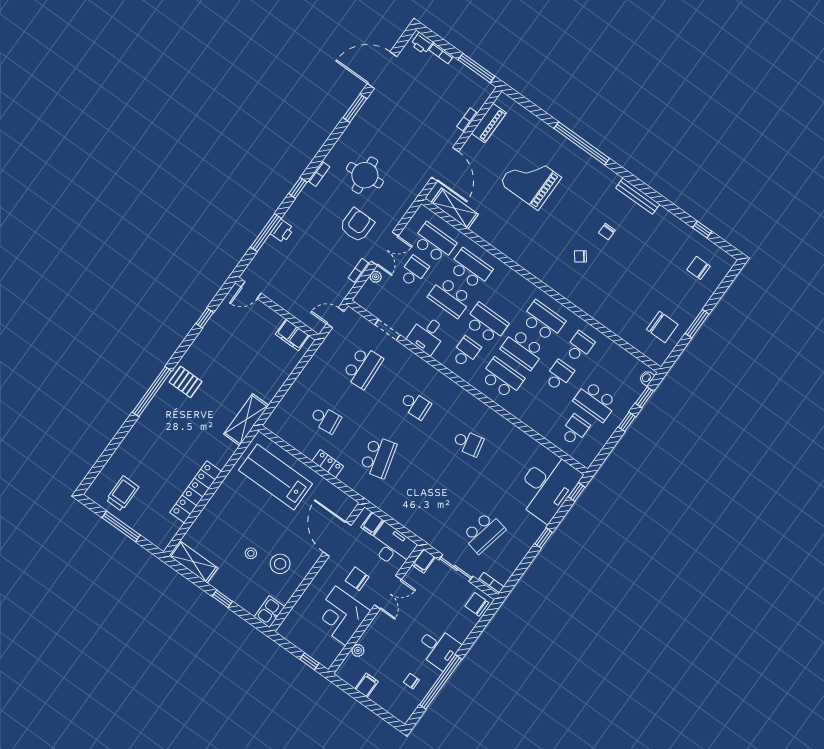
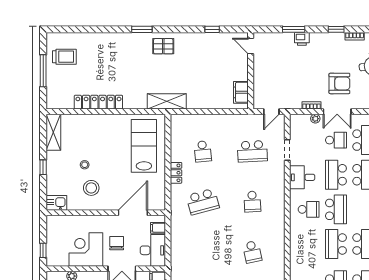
window: (266, 233) -> (294, 29), width x0.69
door: (335, 318) -> (271, 112), swing flipped
school desk: (502, 378) -> (309, 244), removed
pallet: (186, 382) -> (163, 46), turned 90
window: (152, 392) -> (142, 29), width x0.47

